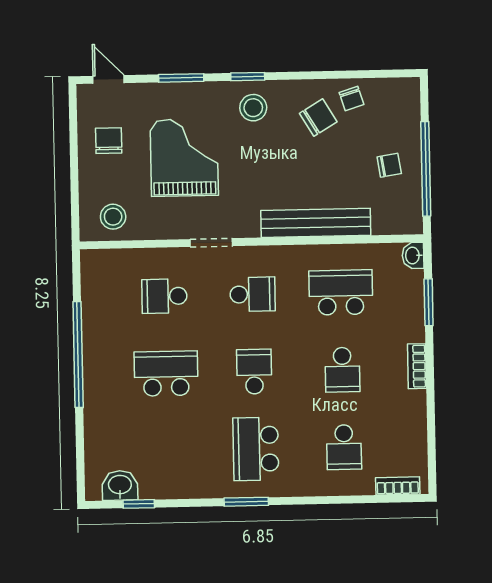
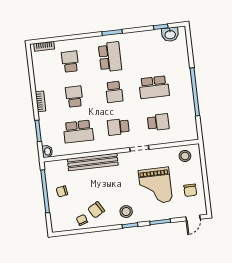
door: (109, 79) -> (193, 218), hinge flipped

